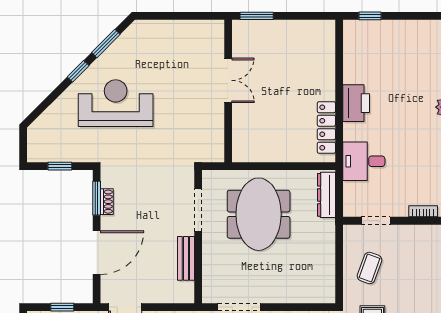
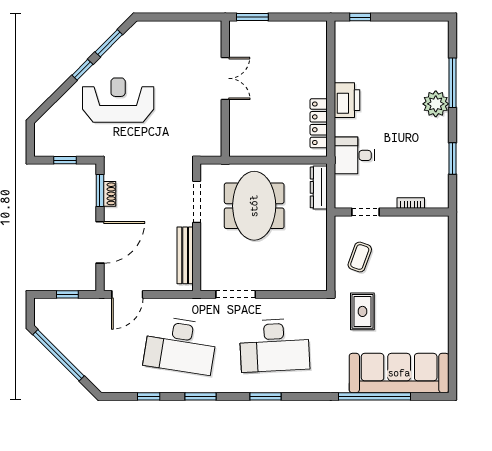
bench: (186, 258) -> (185, 255), width x1.36

